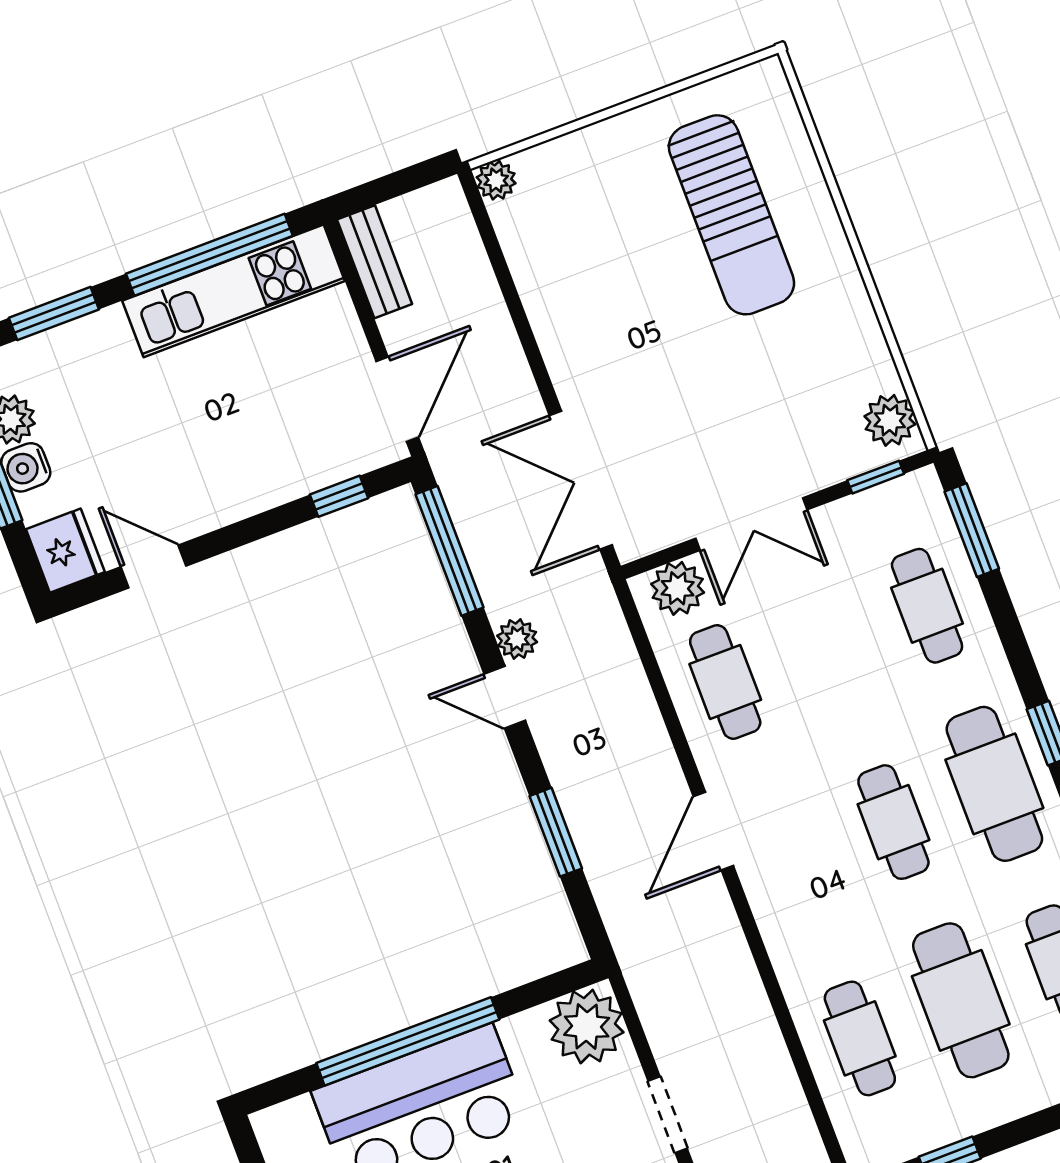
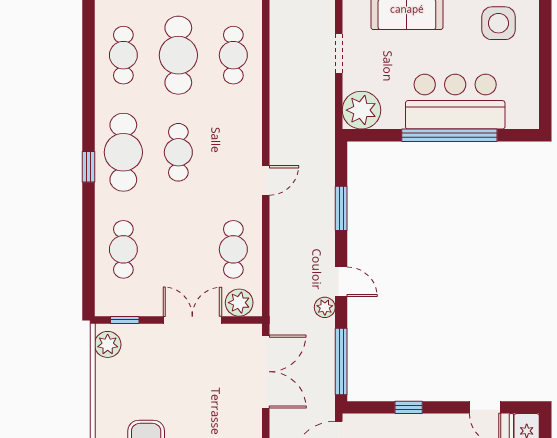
window: (339, 496) -> (409, 407), moved
window: (972, 530) -> (88, 277), removed
door: (713, 831) -> (266, 180), width x0.73

